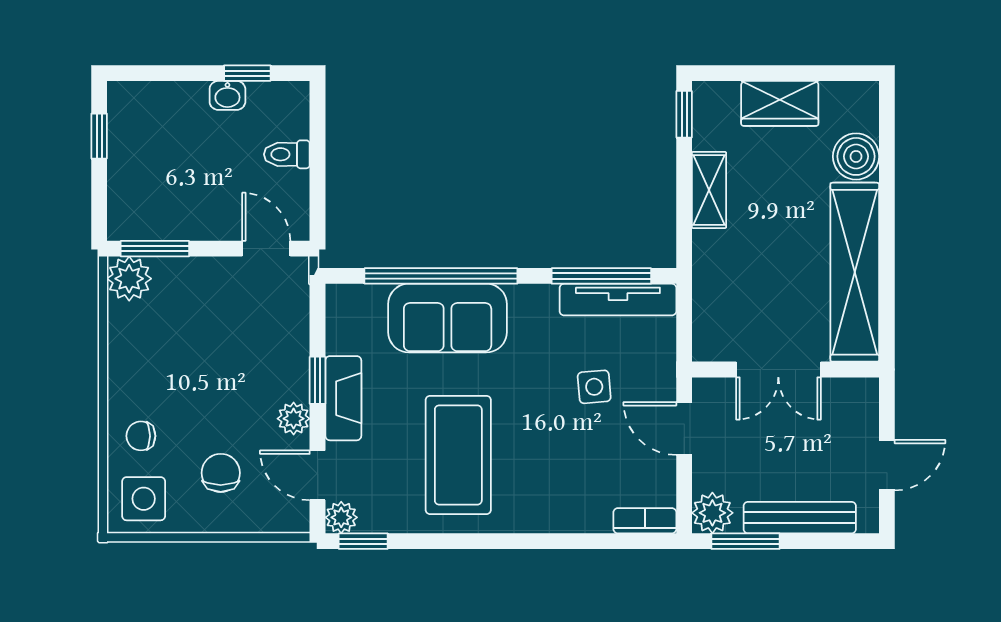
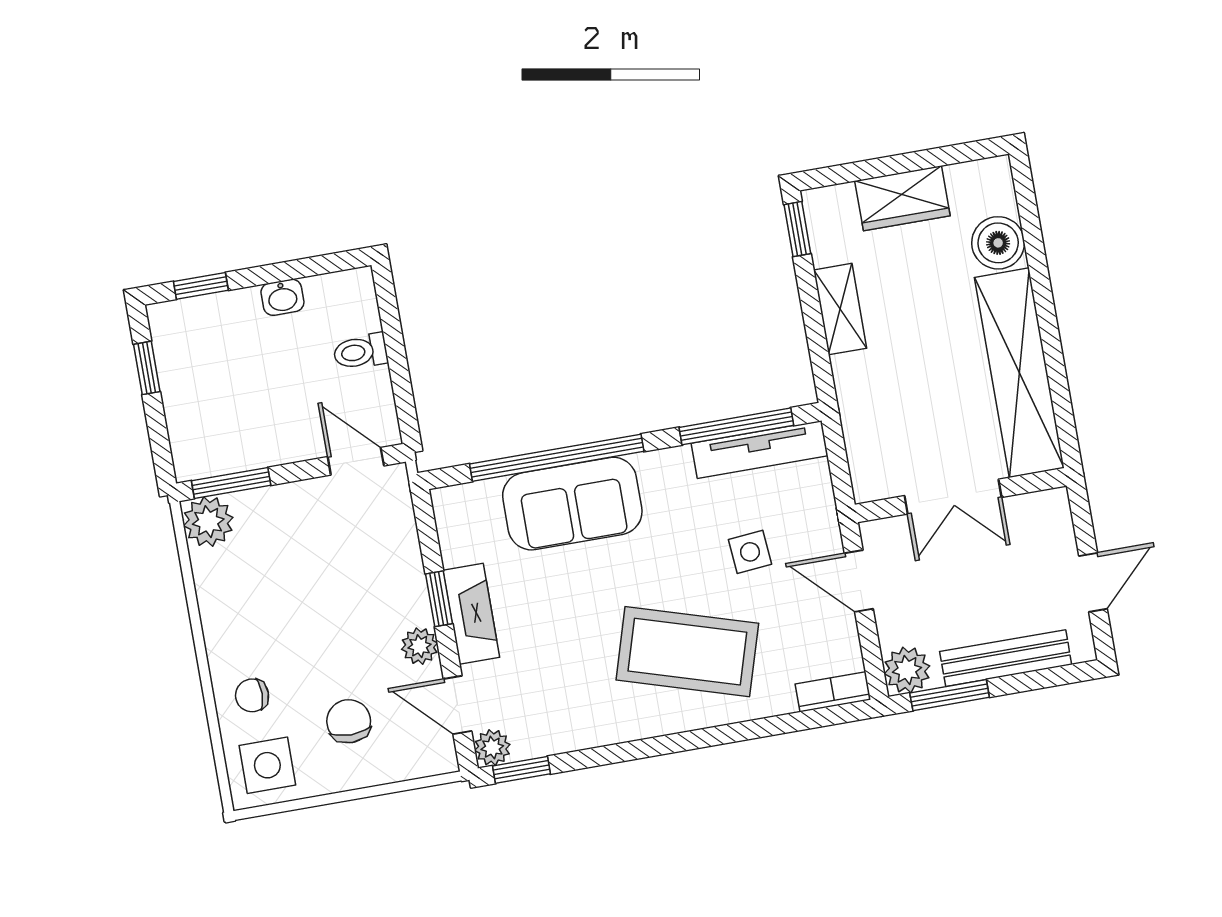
window: (247, 73) -> (201, 286), moved
coffee table: (458, 455) -> (687, 652), moved, turned -73

